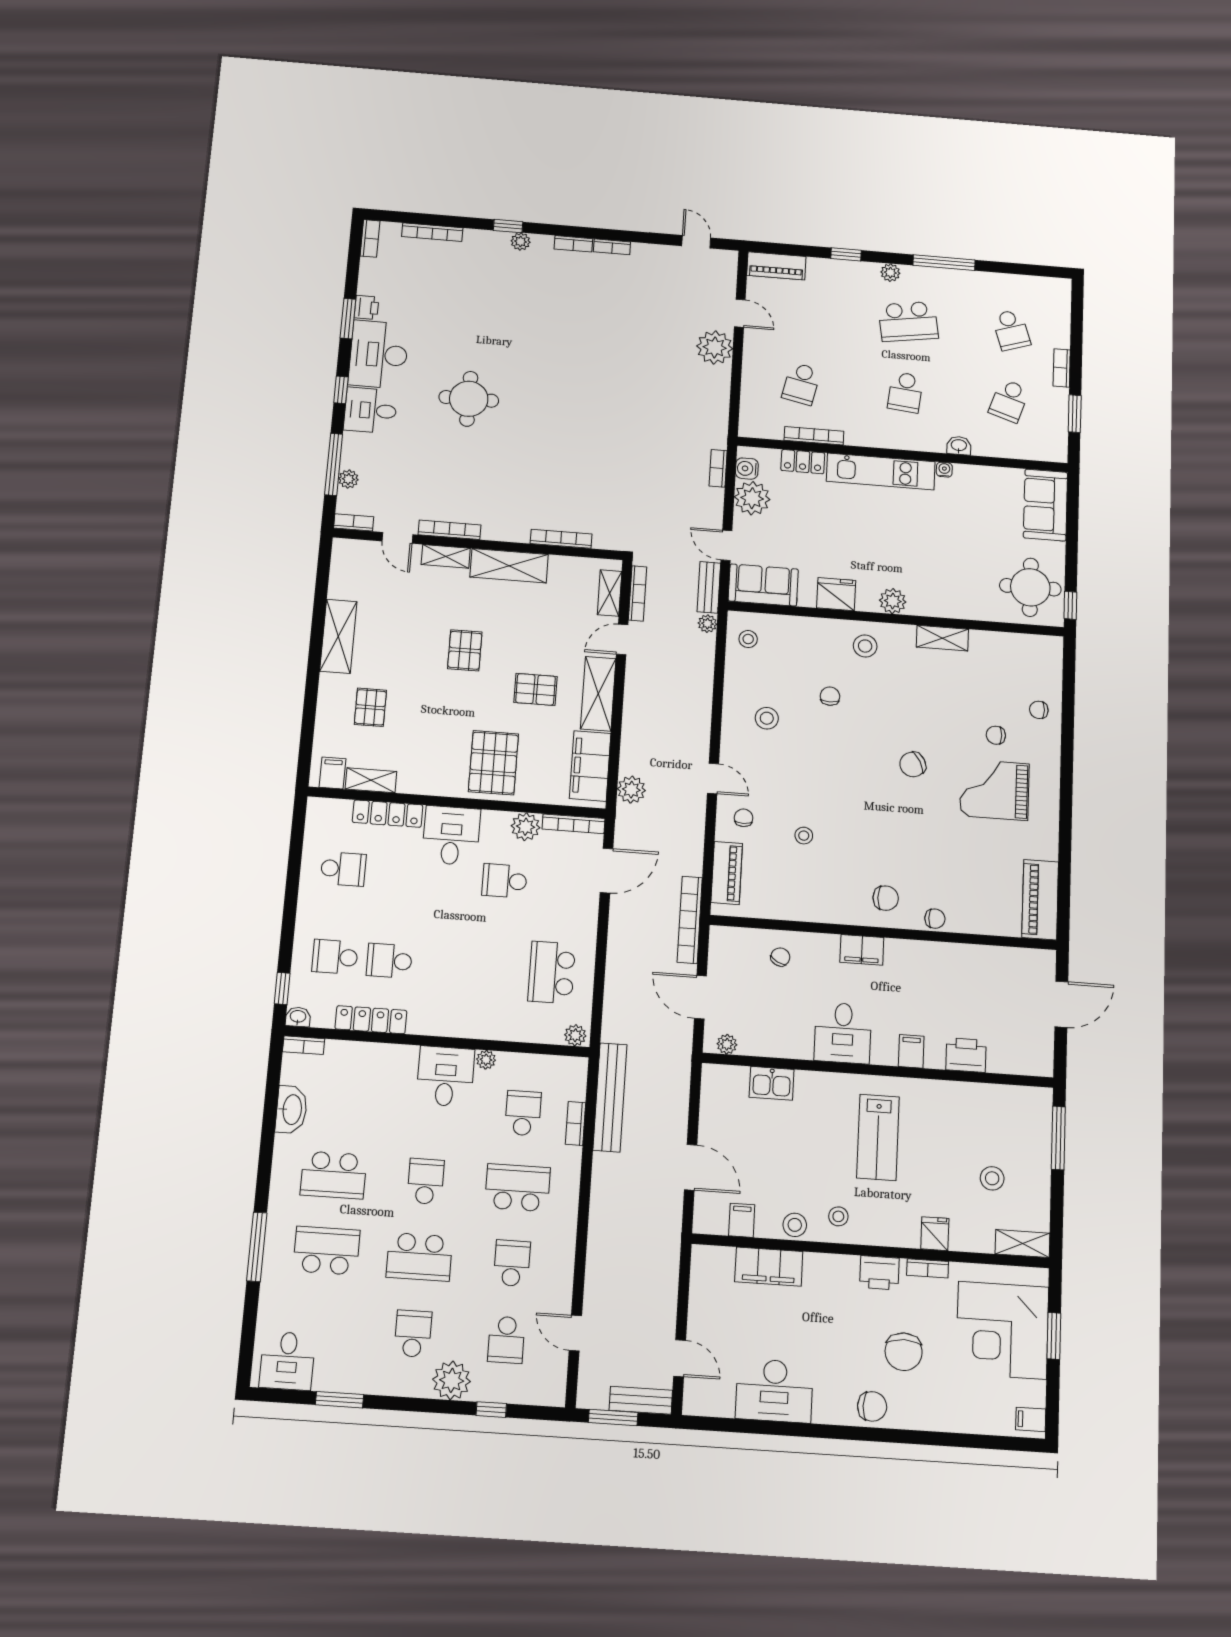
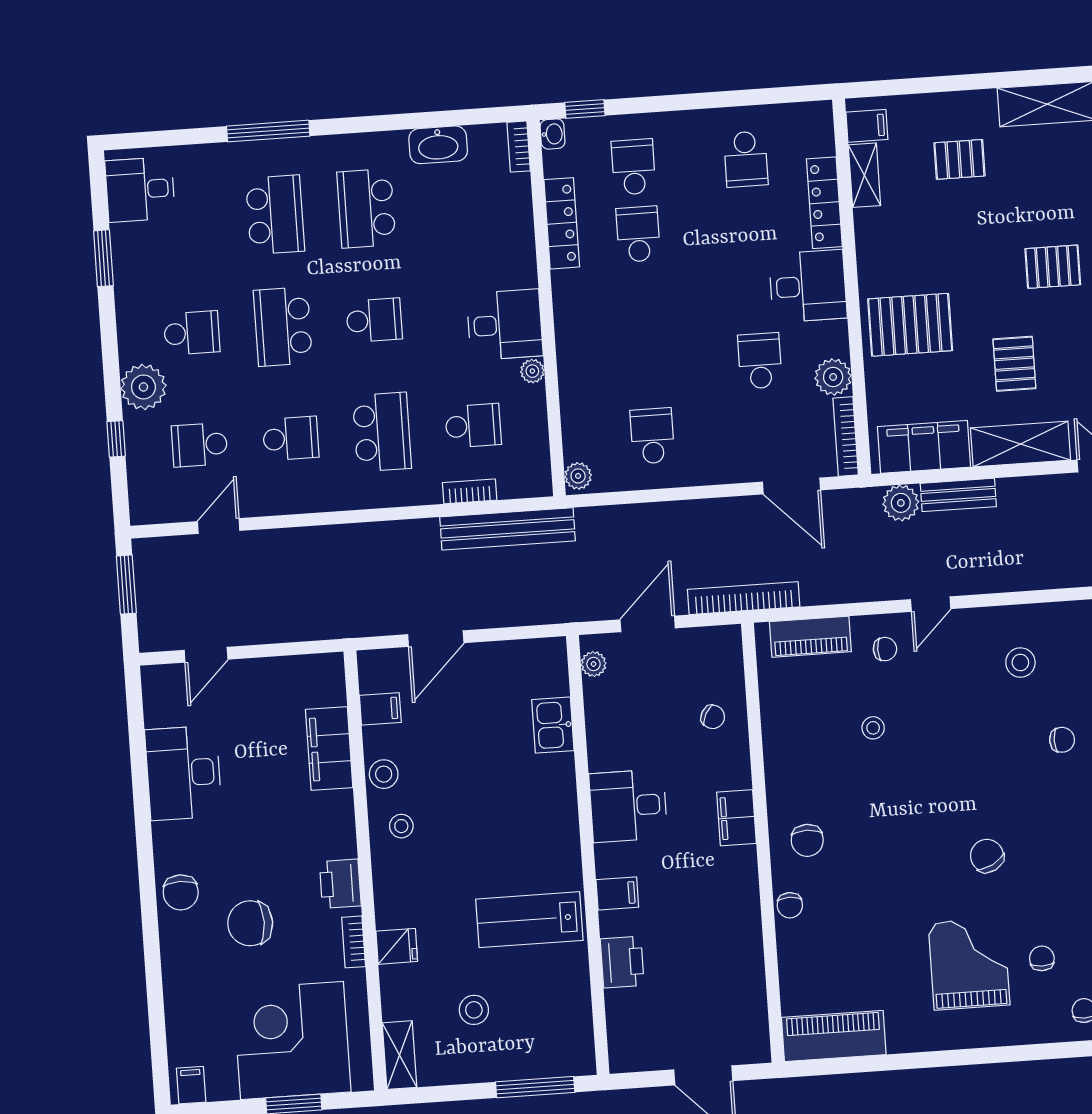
school desk: (552, 973) -> (652, 436), width x0.54
lab bench: (878, 1137) -> (529, 920), moved
bench: (641, 1400) -> (958, 495), moved, turned 90

